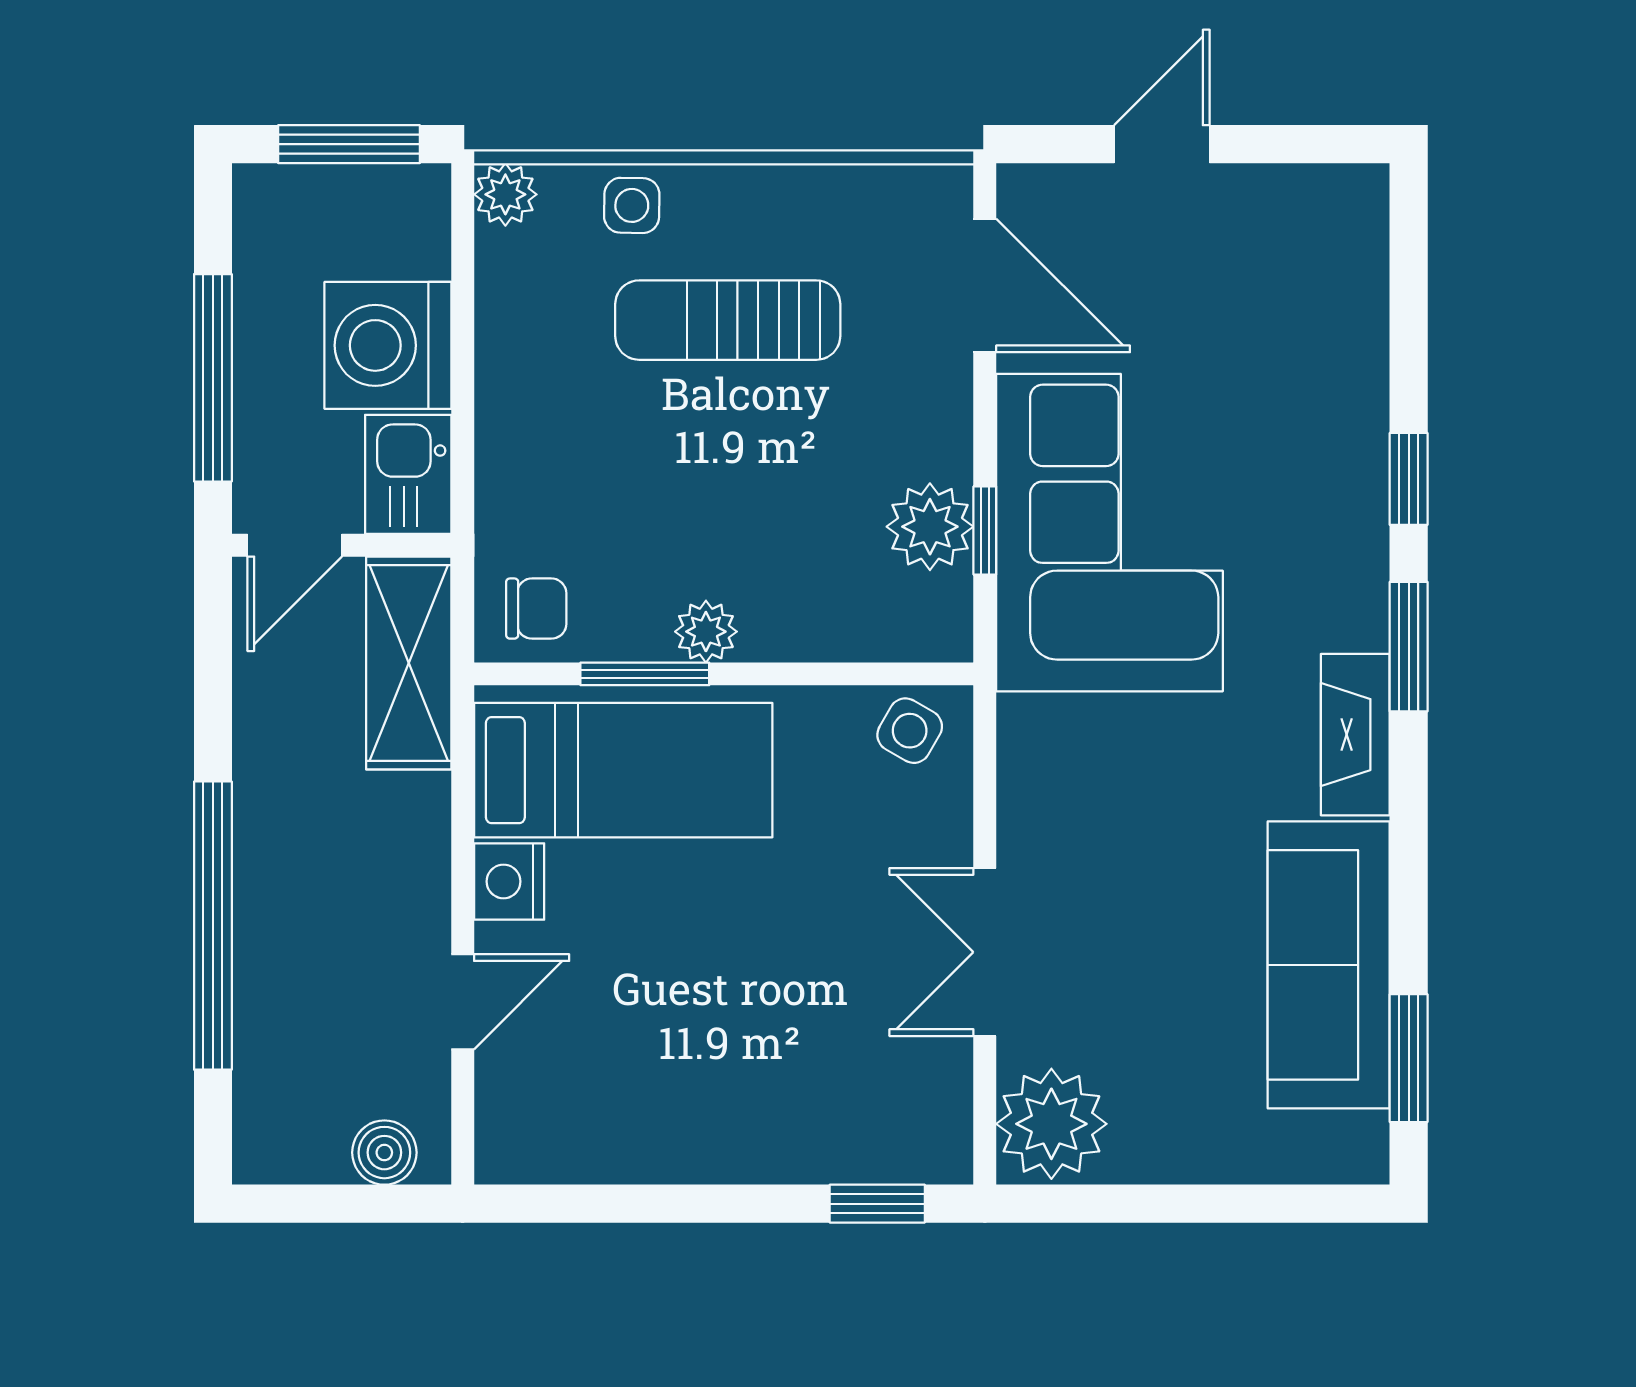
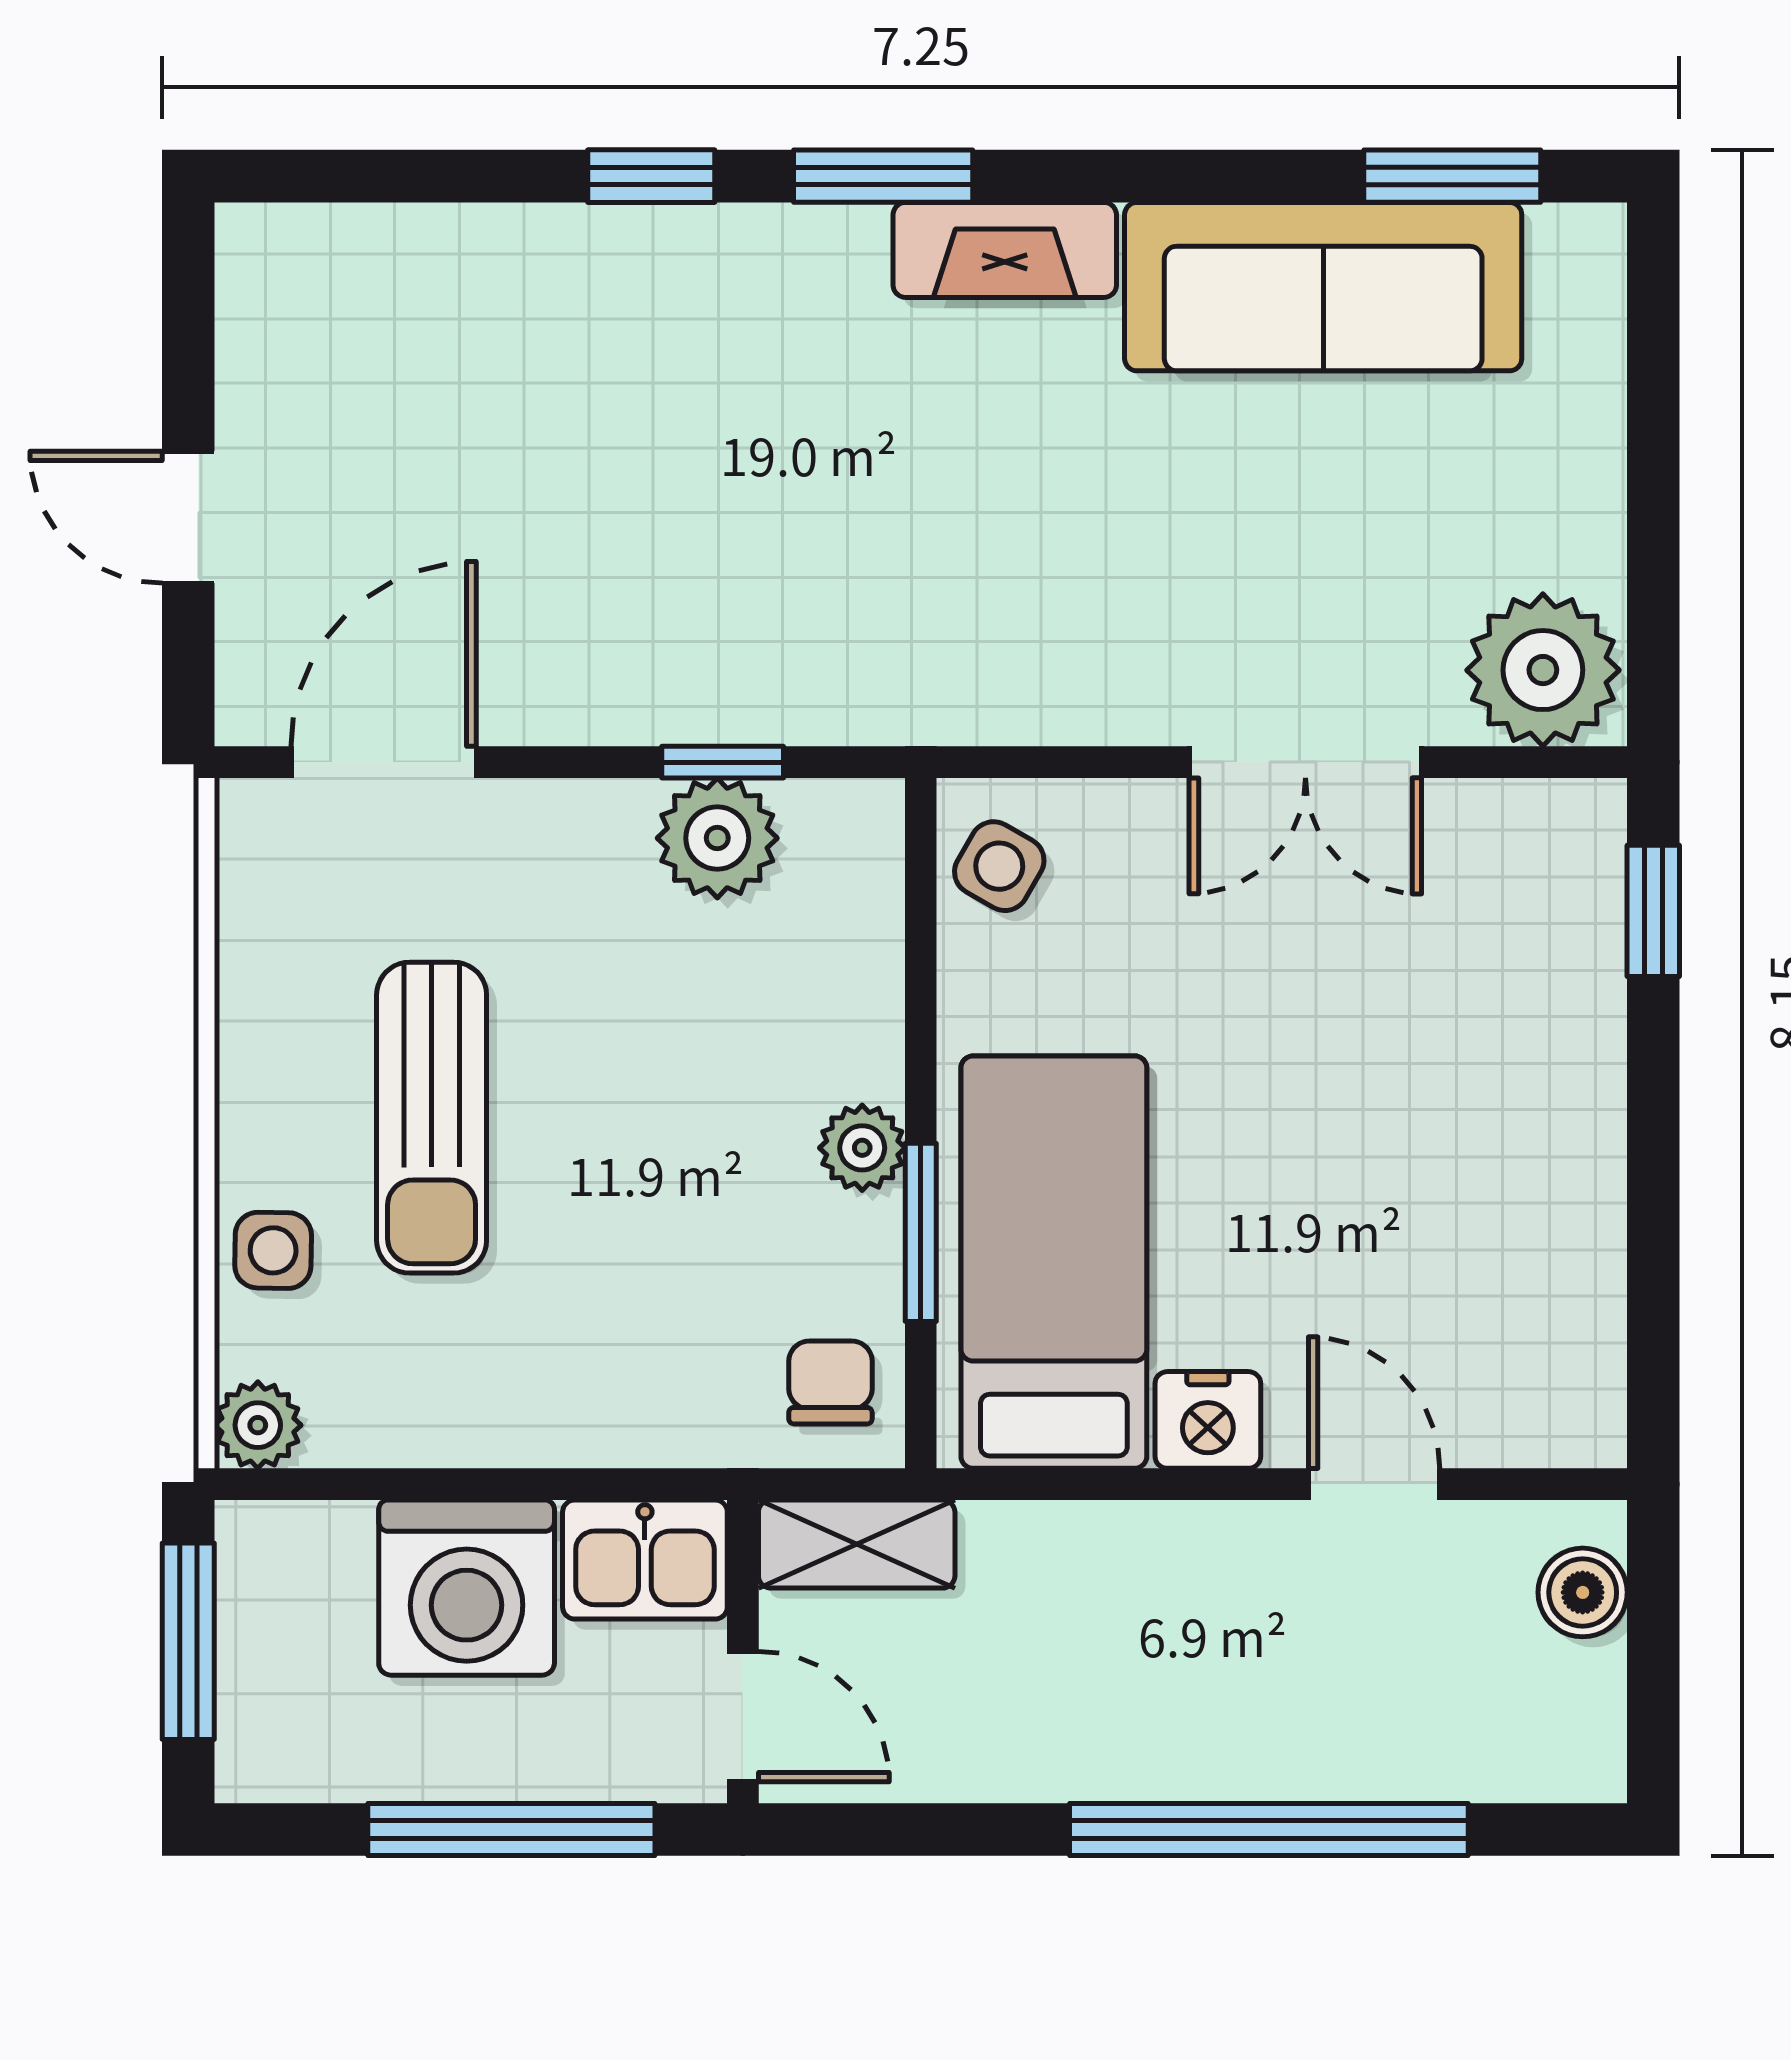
corner sofa: (1109, 533) -> (725, 590), removed
shelving: (409, 663) -> (857, 1544), width x0.67, depth x0.75

